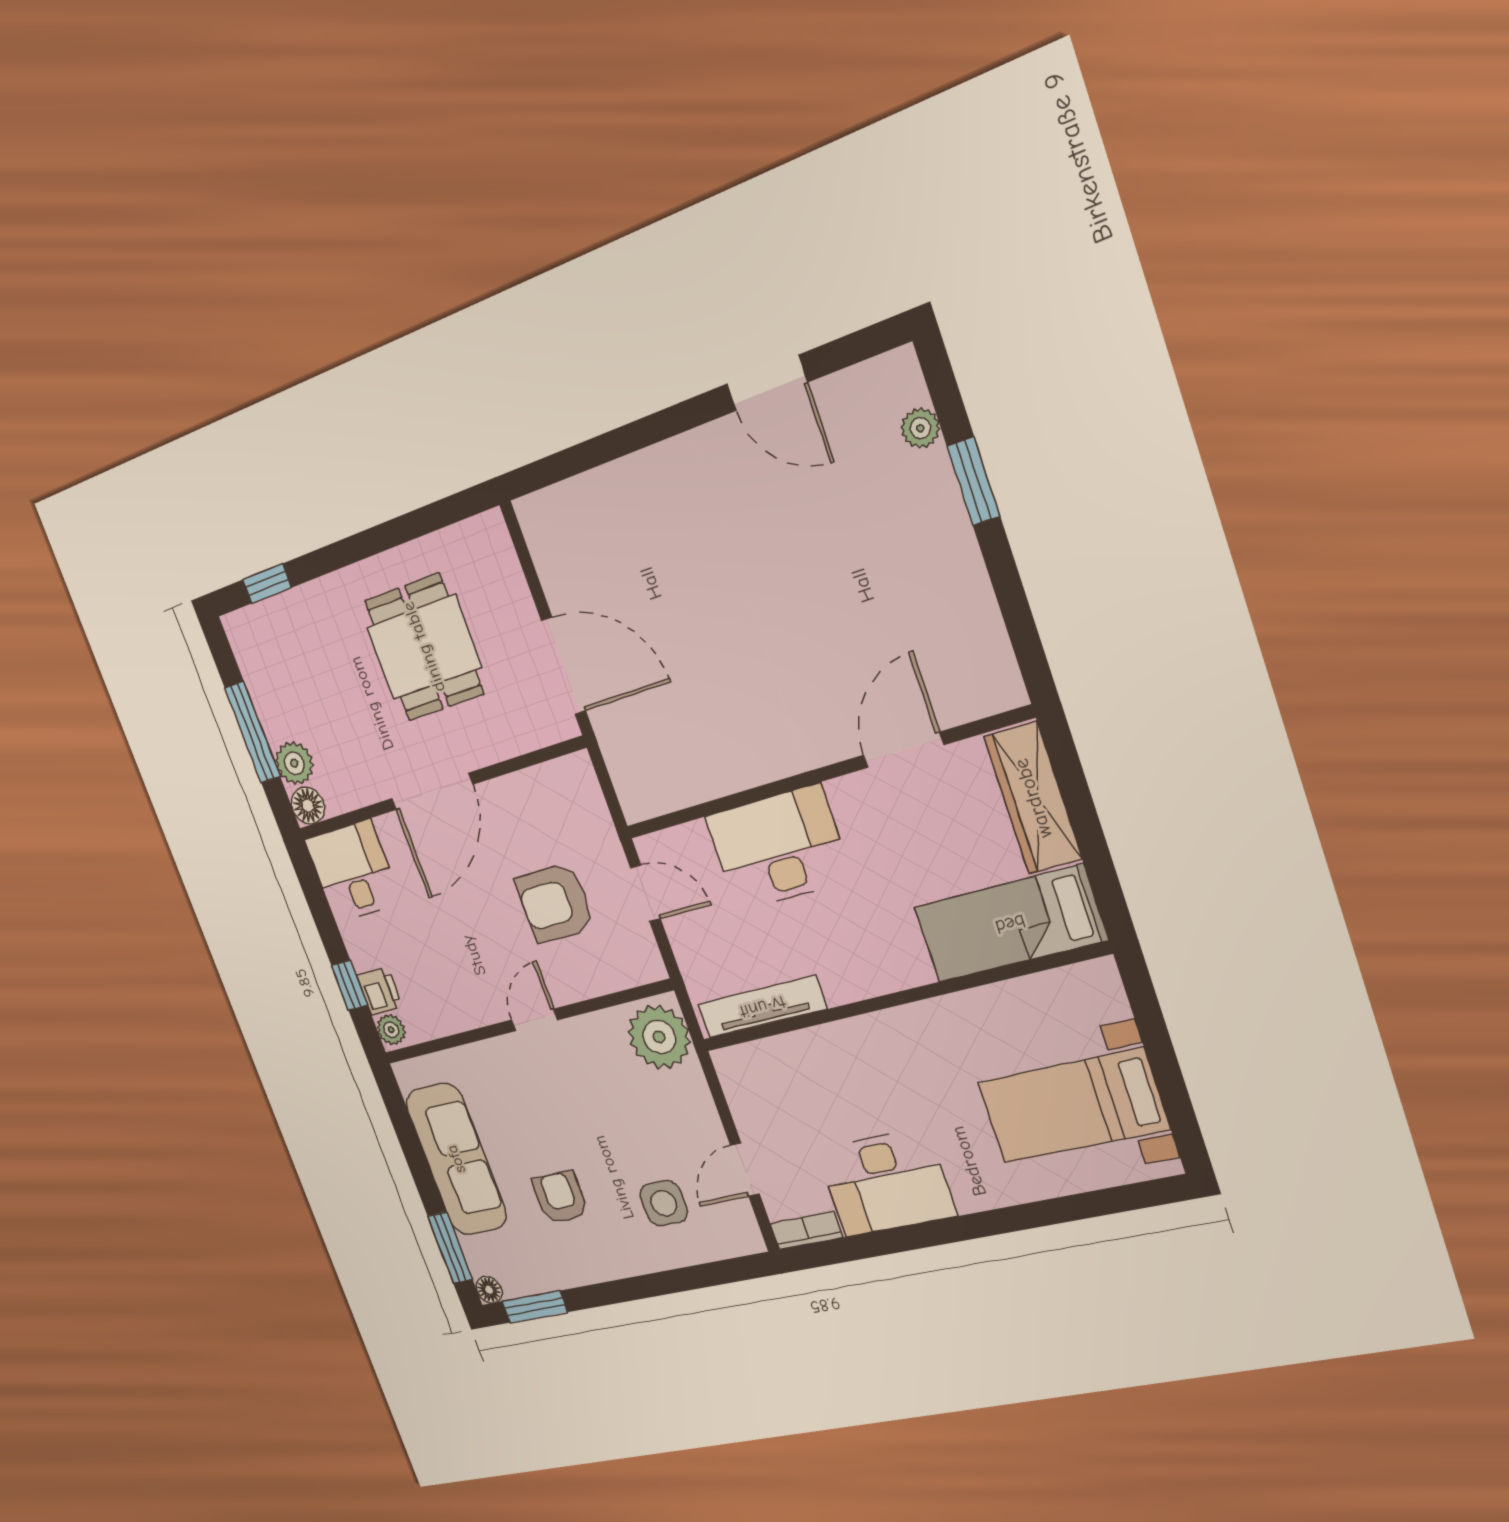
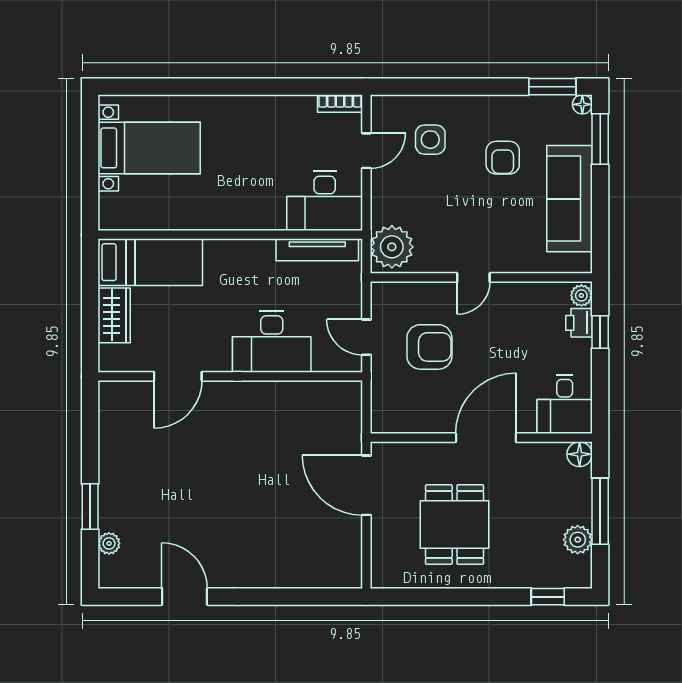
plant: (294, 763) -> (578, 540), moved
wardrobe: (1033, 798) -> (114, 315), width x0.67
desk: (886, 1183) -> (325, 201), moved, turned 180

